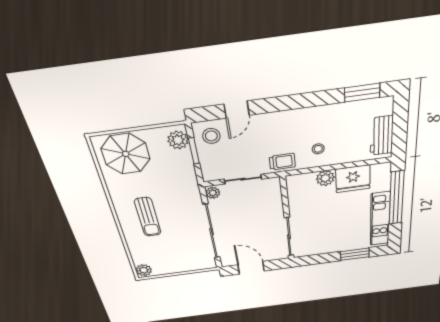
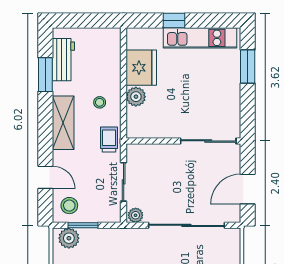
window: (362, 93) -> (45, 75), moved
shelving: (295, 119) -> (63, 123), added
workbench: (382, 136) -> (63, 60), moved, turned -90
window: (396, 198) -> (174, 20), width x0.32

